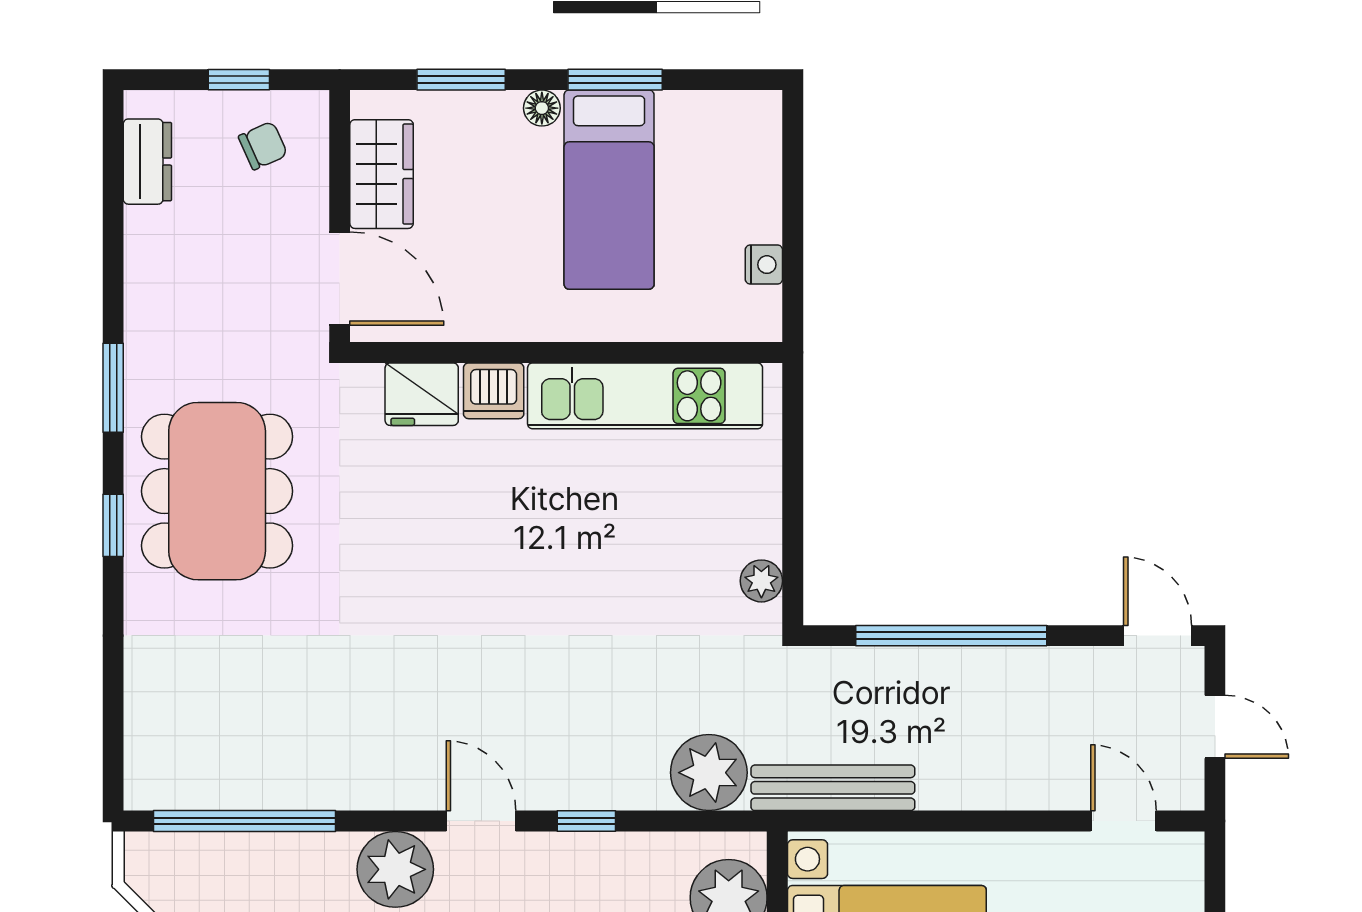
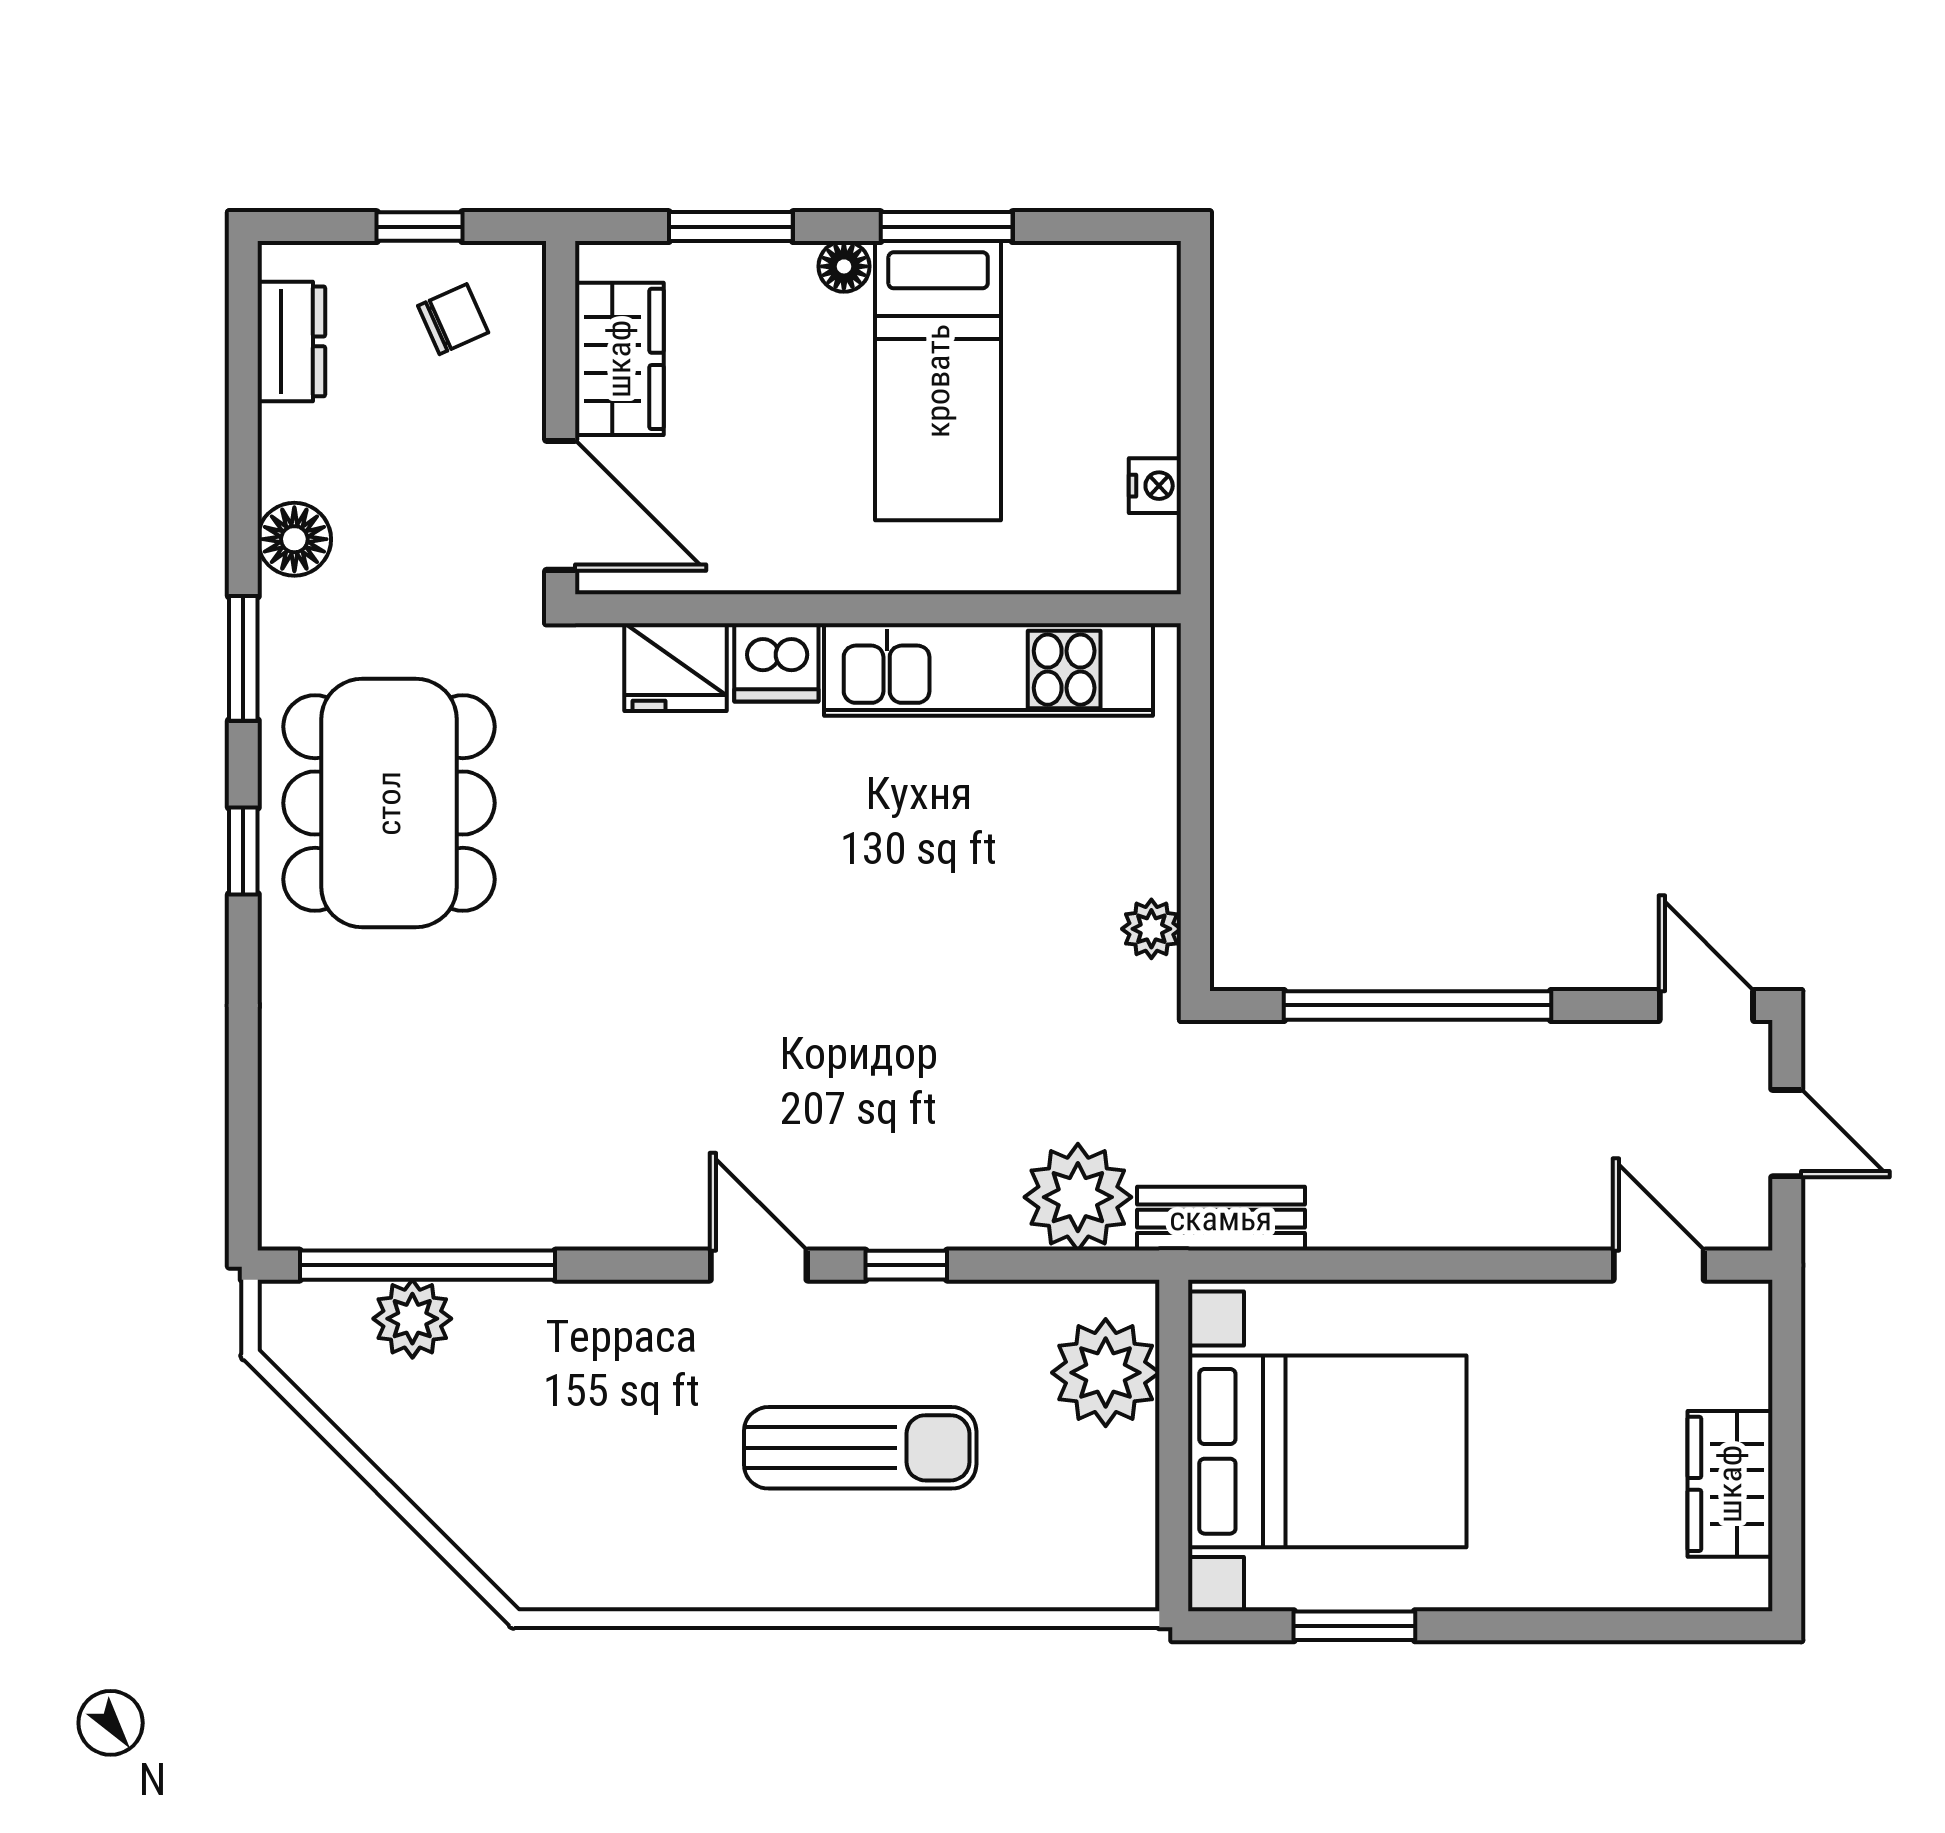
floor lamp: (150, 303) -> (294, 539), added
bench: (833, 788) -> (1221, 1219), width x0.73
plant: (395, 869) -> (412, 1319), moved, width x0.73, depth x0.73

